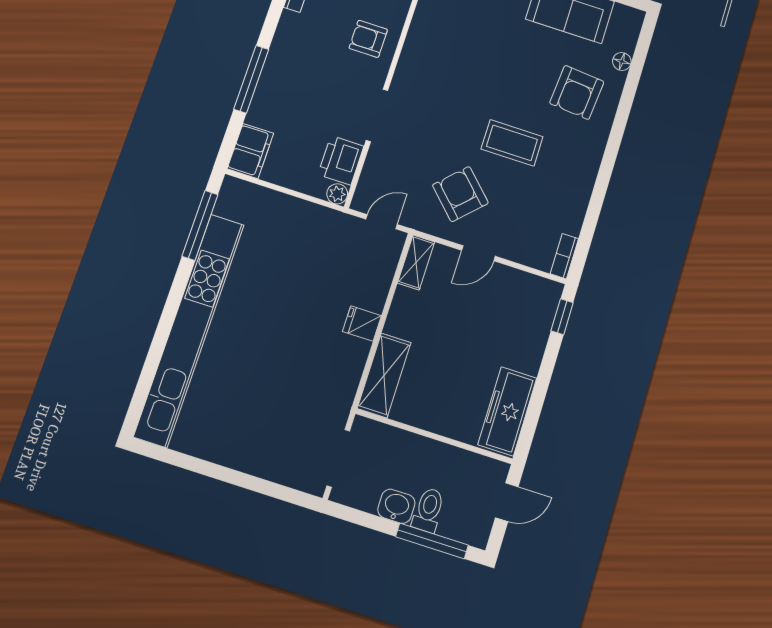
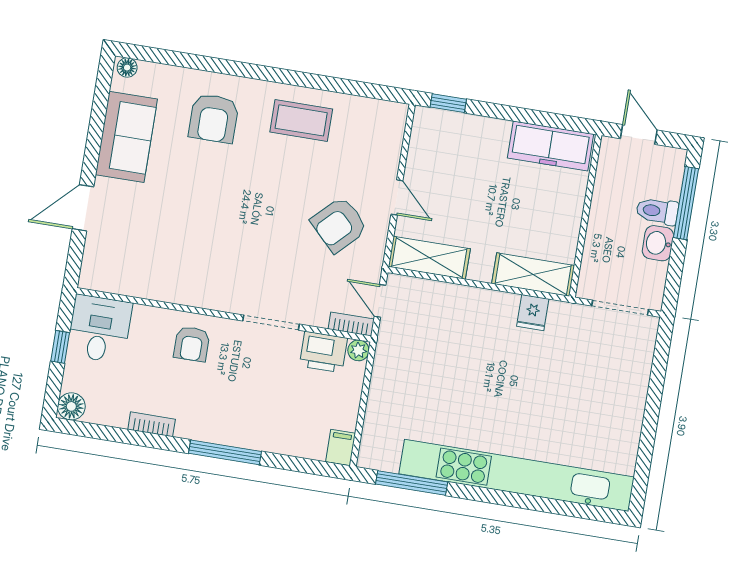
floor lamp: (622, 61) -> (127, 68), moved
window: (251, 79) -> (225, 452), moved
armchair: (577, 92) -> (214, 118), turned 85
coffee table: (512, 143) -> (301, 120), moved, turned 90
filing cabinet: (250, 151) -> (341, 448), width x0.50
bookcase: (564, 256) -> (351, 324), moved, turned 180
shelving: (416, 262) -> (429, 258), width x1.50, depth x1.33
fridge: (362, 324) -> (533, 313), moved

